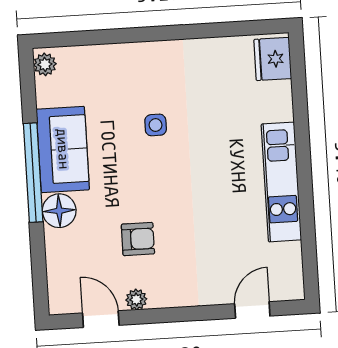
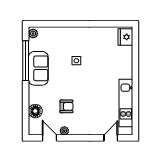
window: (33, 173) -> (26, 61), moved
kitchen unit: (281, 182) -> (126, 103), moved
floor lamp: (59, 211) -> (35, 111), moved

